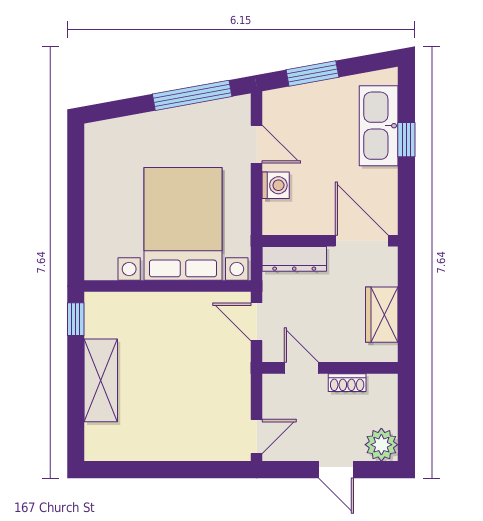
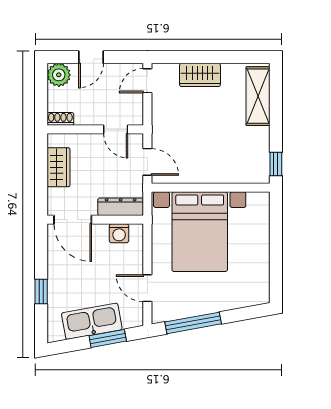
kitchen sink: (379, 126) -> (92, 321), moved, turned -100
washing machine: (276, 185) -> (119, 233), moved, turned -90
shelving: (101, 380) -> (258, 96), moved
shoe rack: (347, 383) -> (60, 119), moved
wardrobe: (183, 445) -> (200, 75), added
door: (336, 470) -> (91, 57), swing flipped

